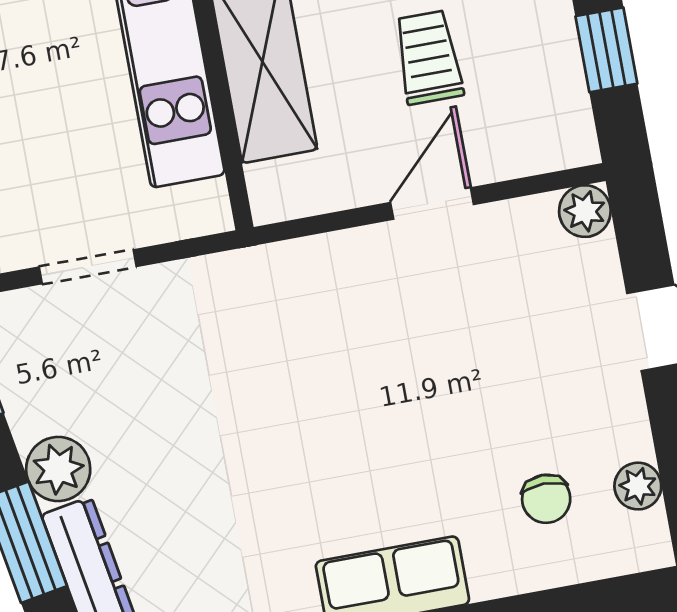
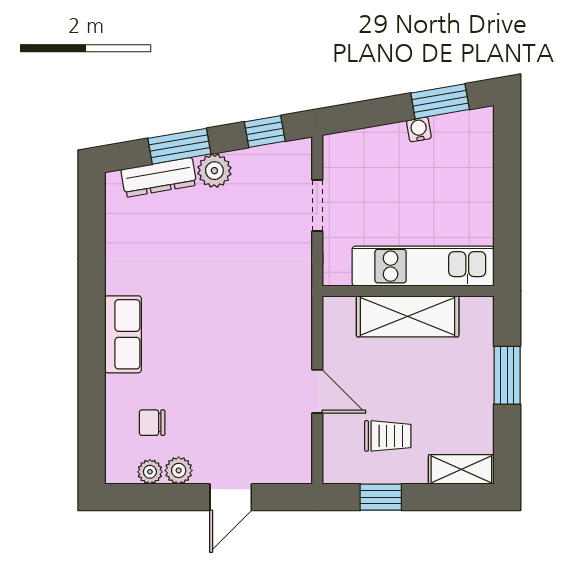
trolley: (428, 57) -> (388, 436), moved
plant: (585, 211) -> (179, 470), moved

